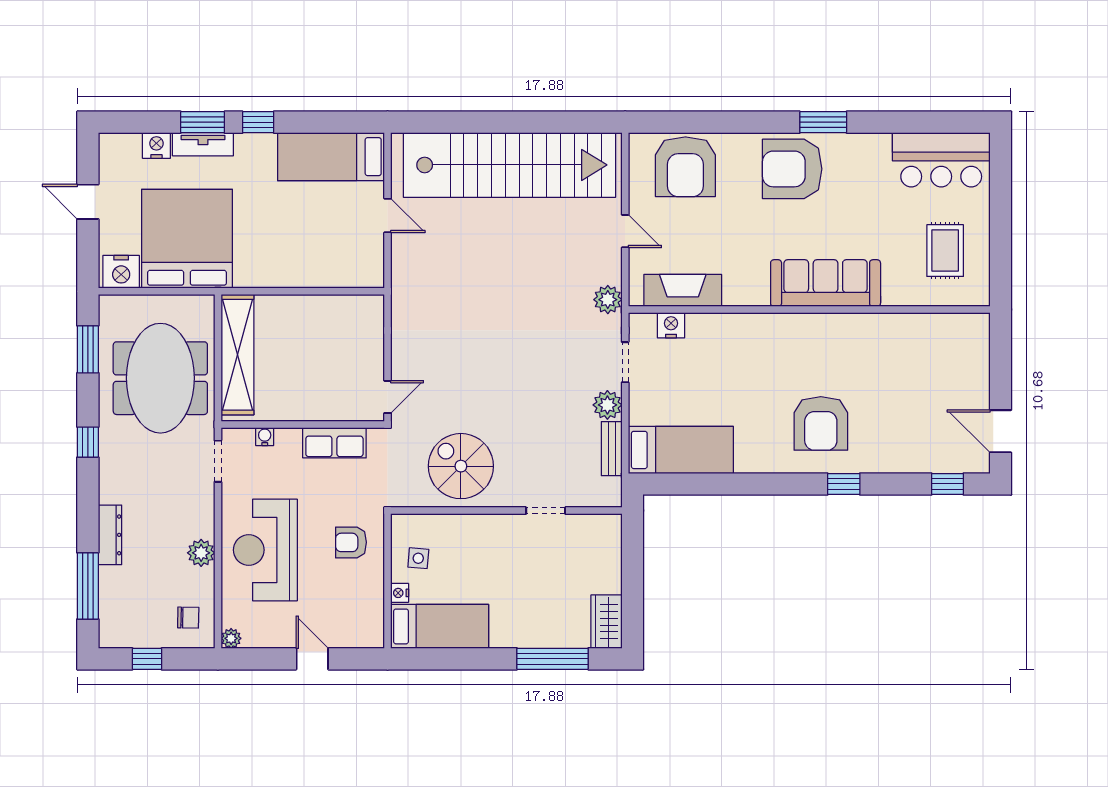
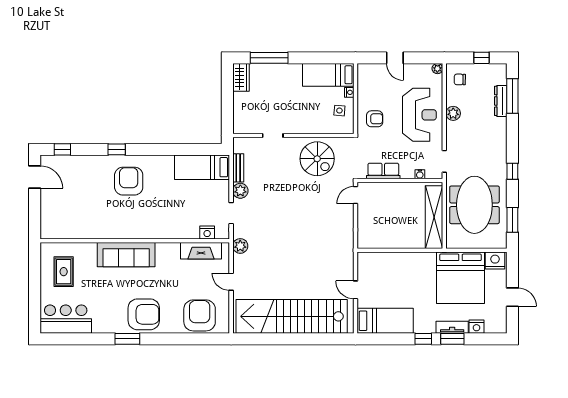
dresser: (110, 535) -> (501, 101), moved

